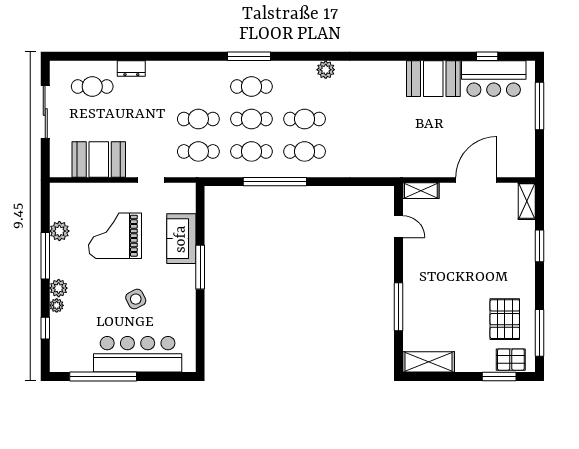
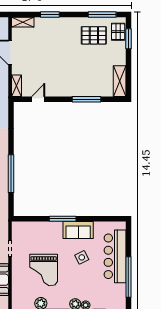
sofa: (181, 239) -> (78, 230), moved

